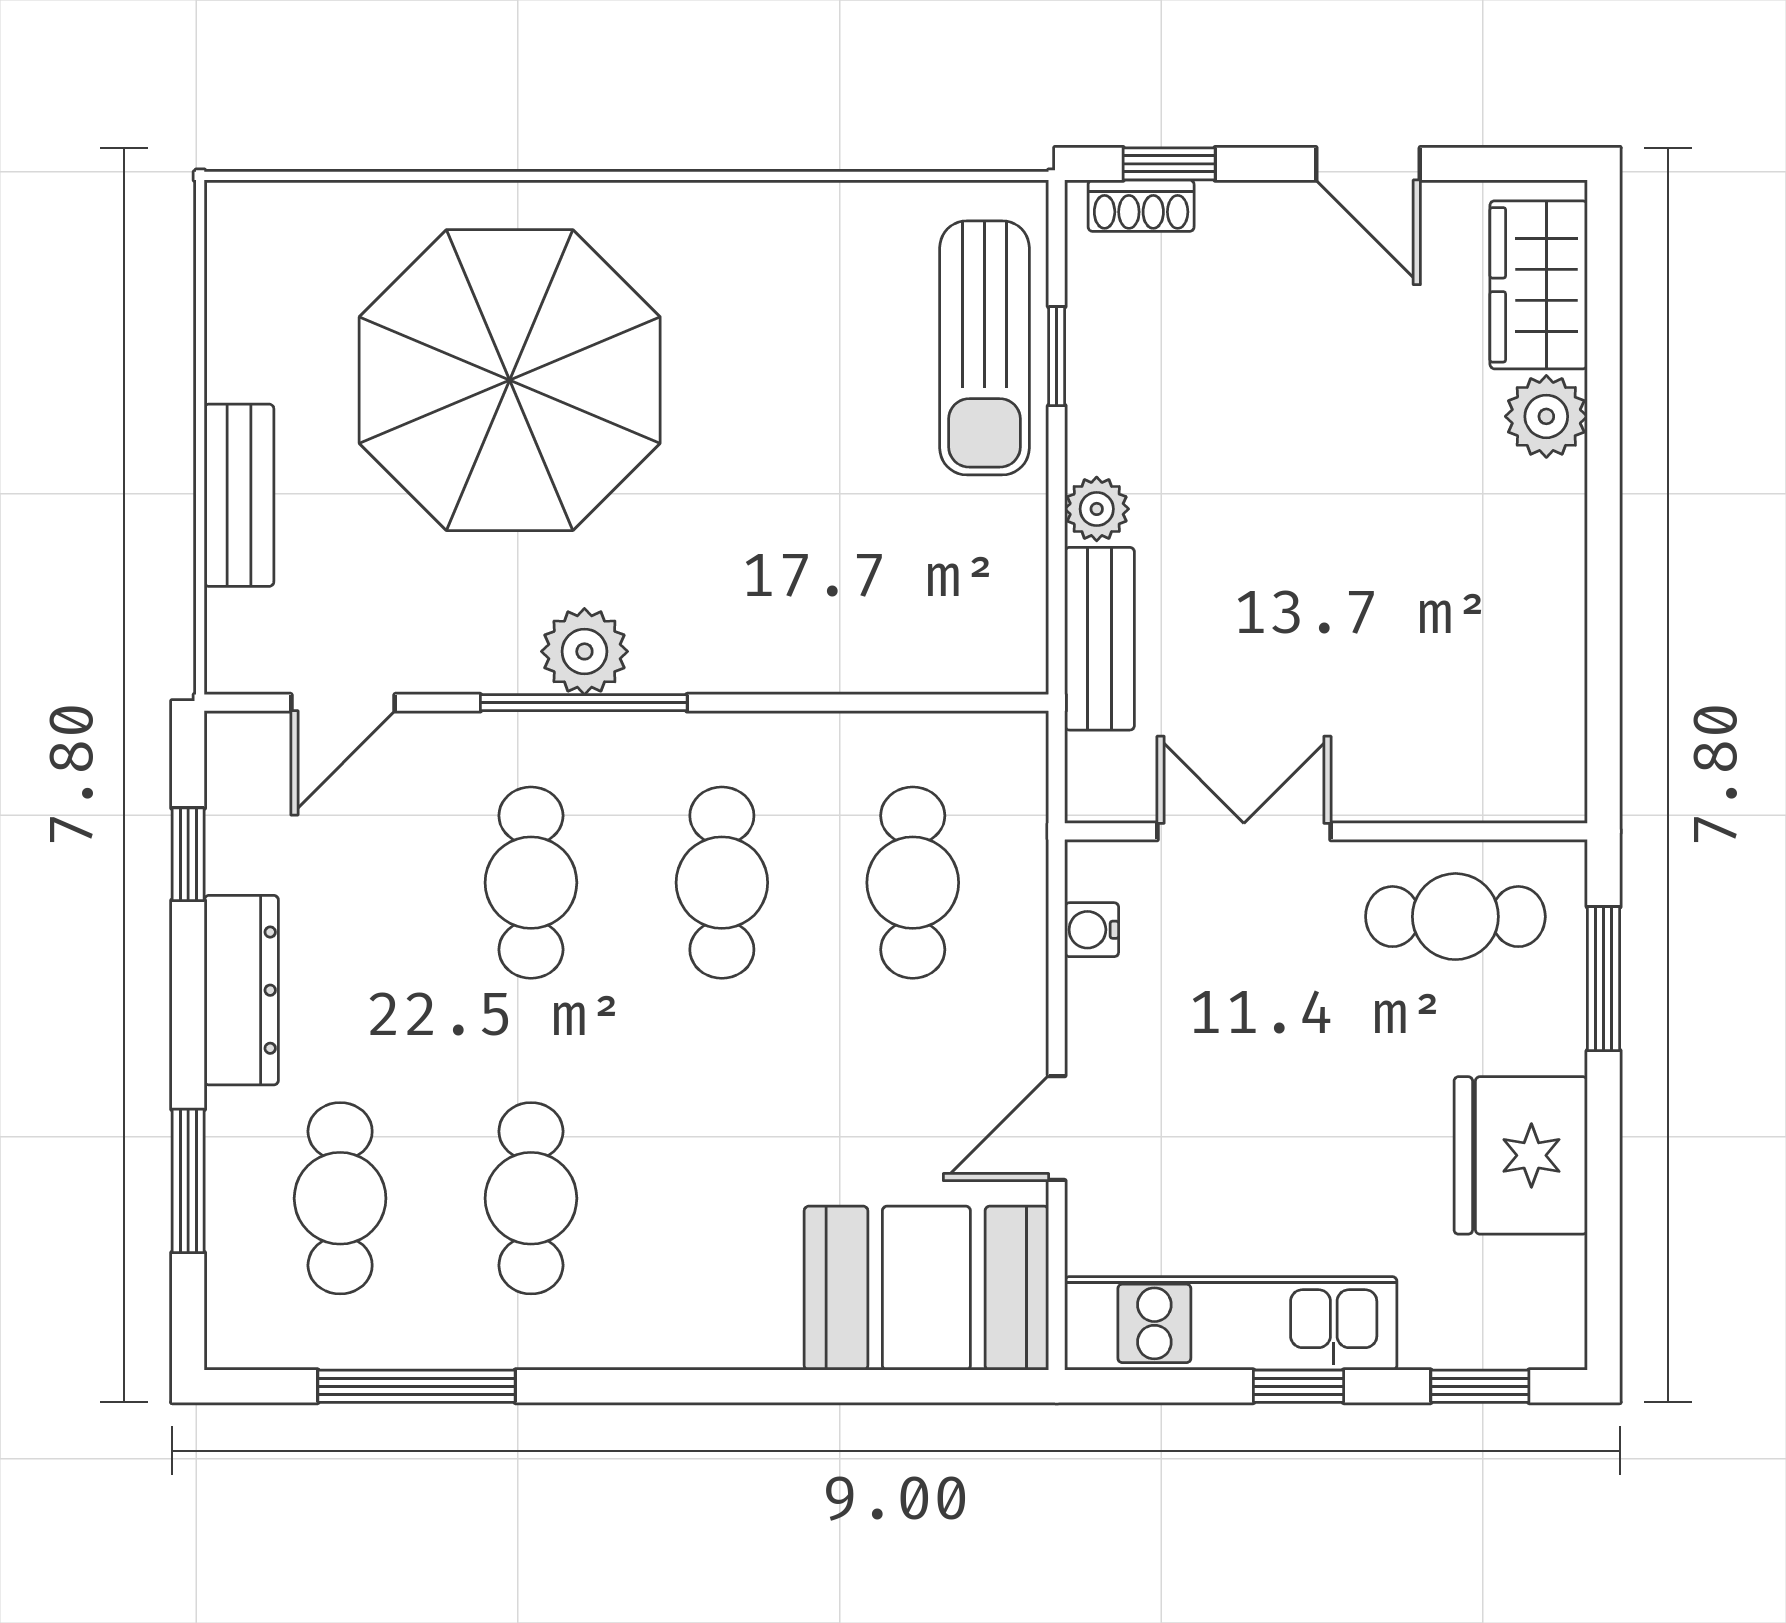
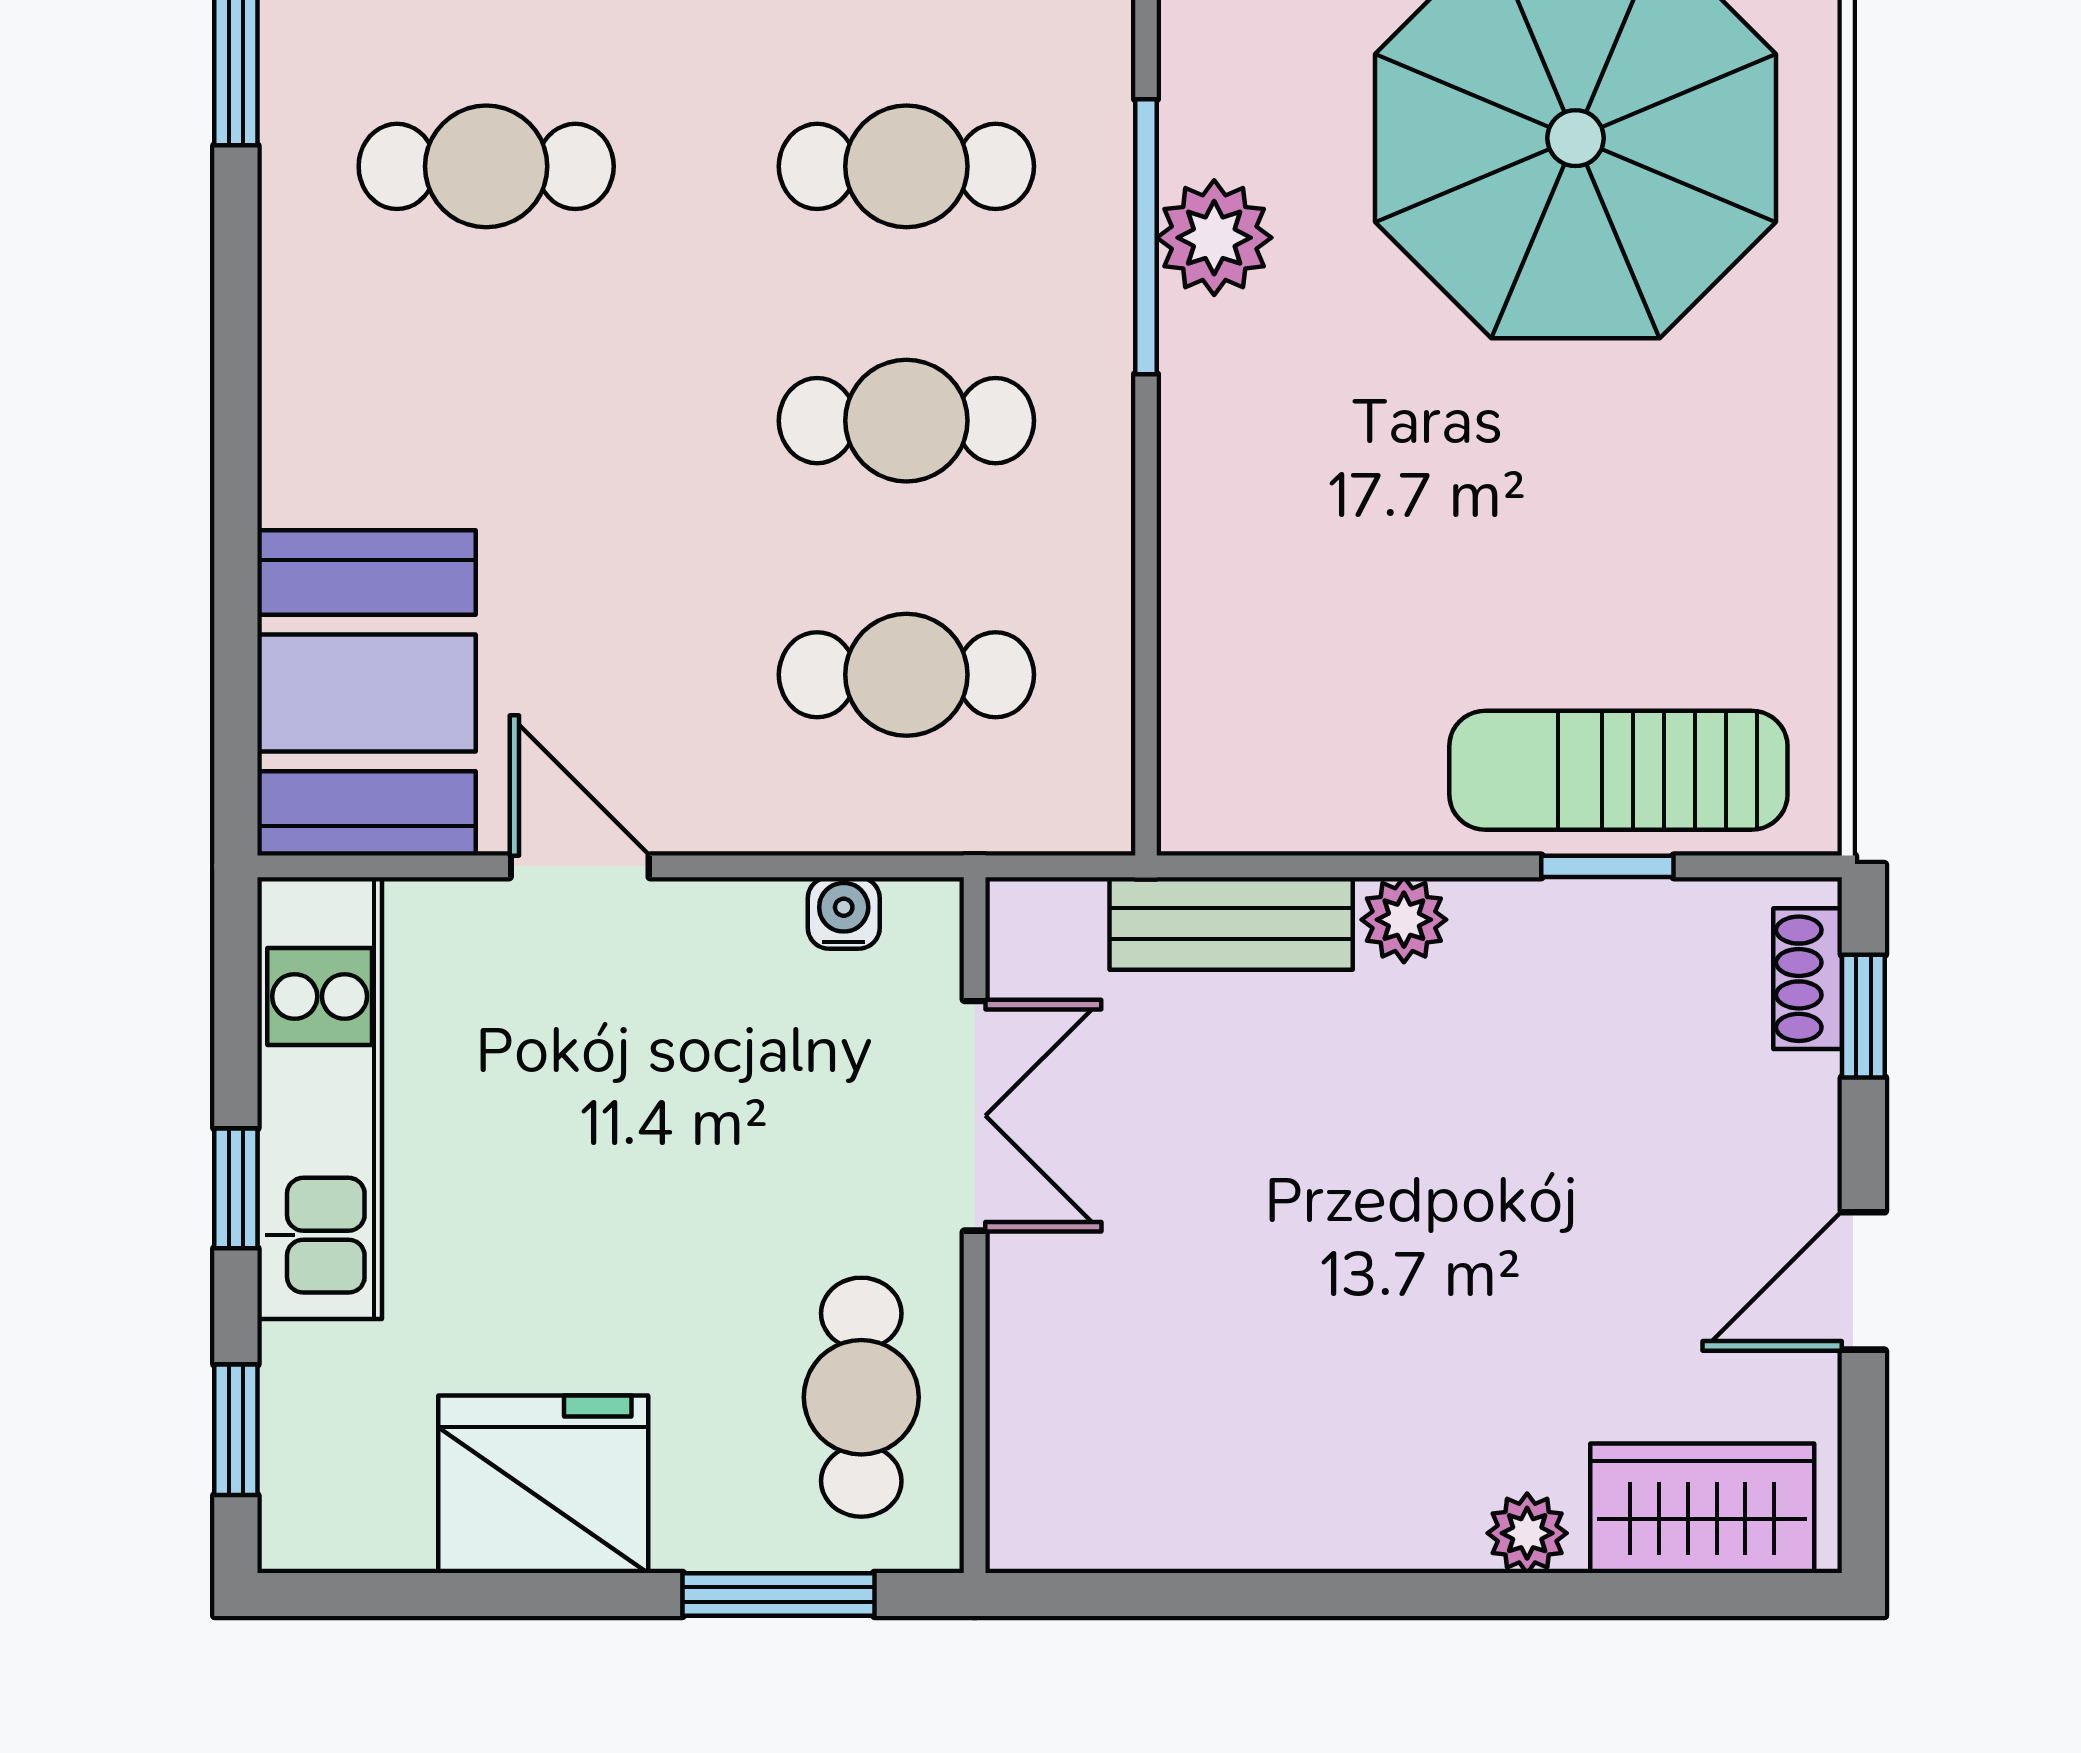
plant: (1546, 416) -> (1527, 1533), width x0.73, depth x0.73

